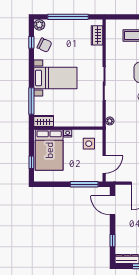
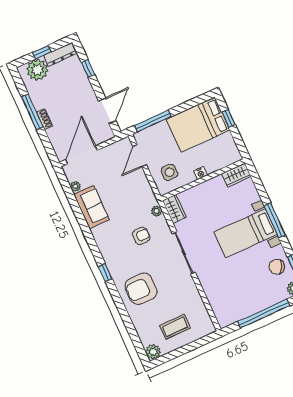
wardrobe: (97, 35) -> (174, 209), moved
window: (31, 101) -> (275, 220), moved
armchair: (128, 109) -> (141, 236), added
bed: (49, 150) -> (198, 125), moved, turned -90
door: (112, 205) -> (107, 111), hinge flipped

